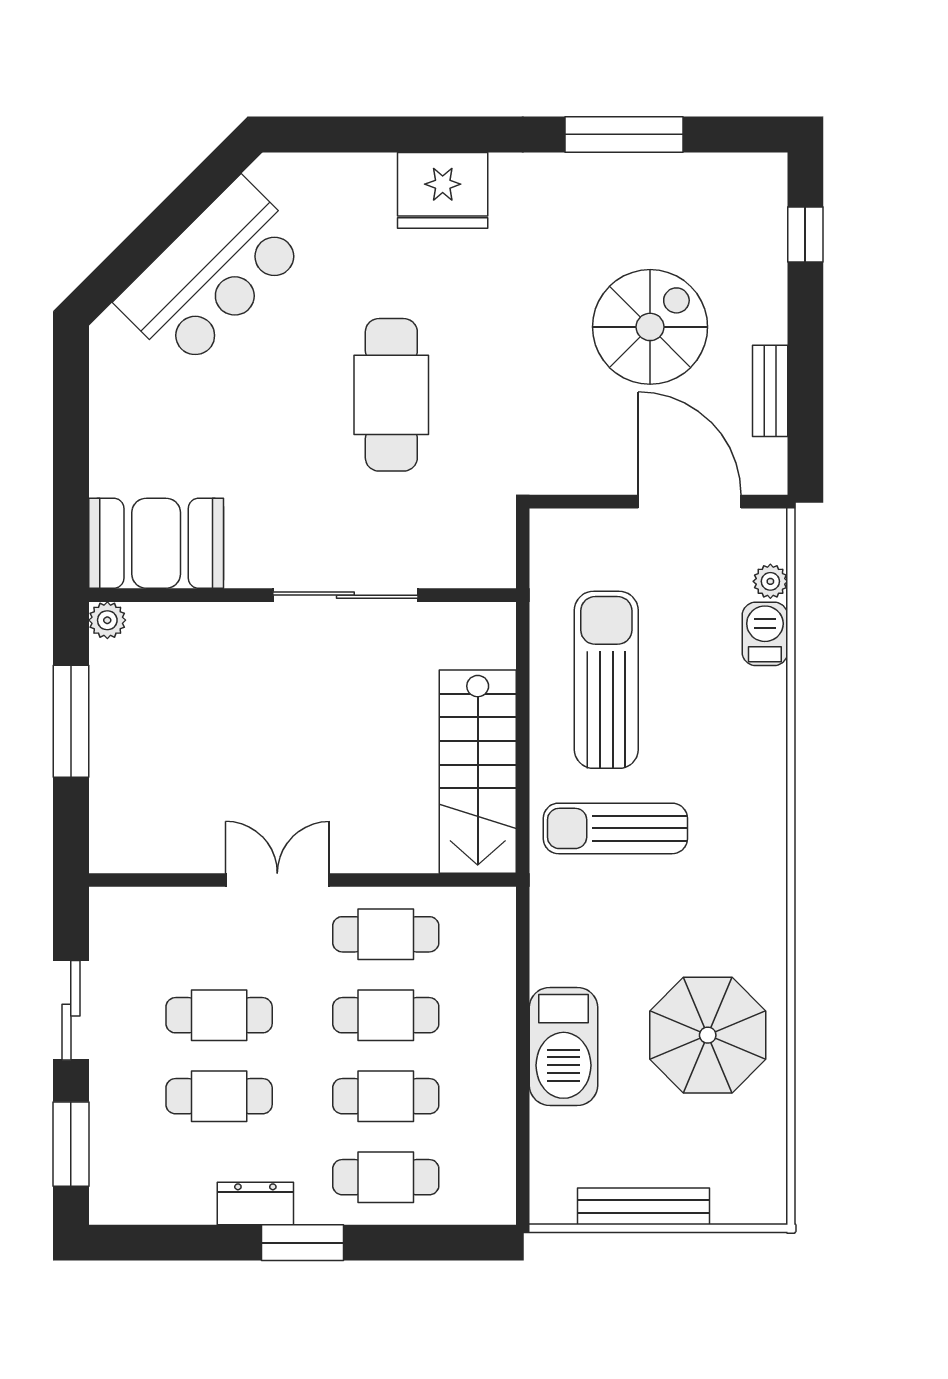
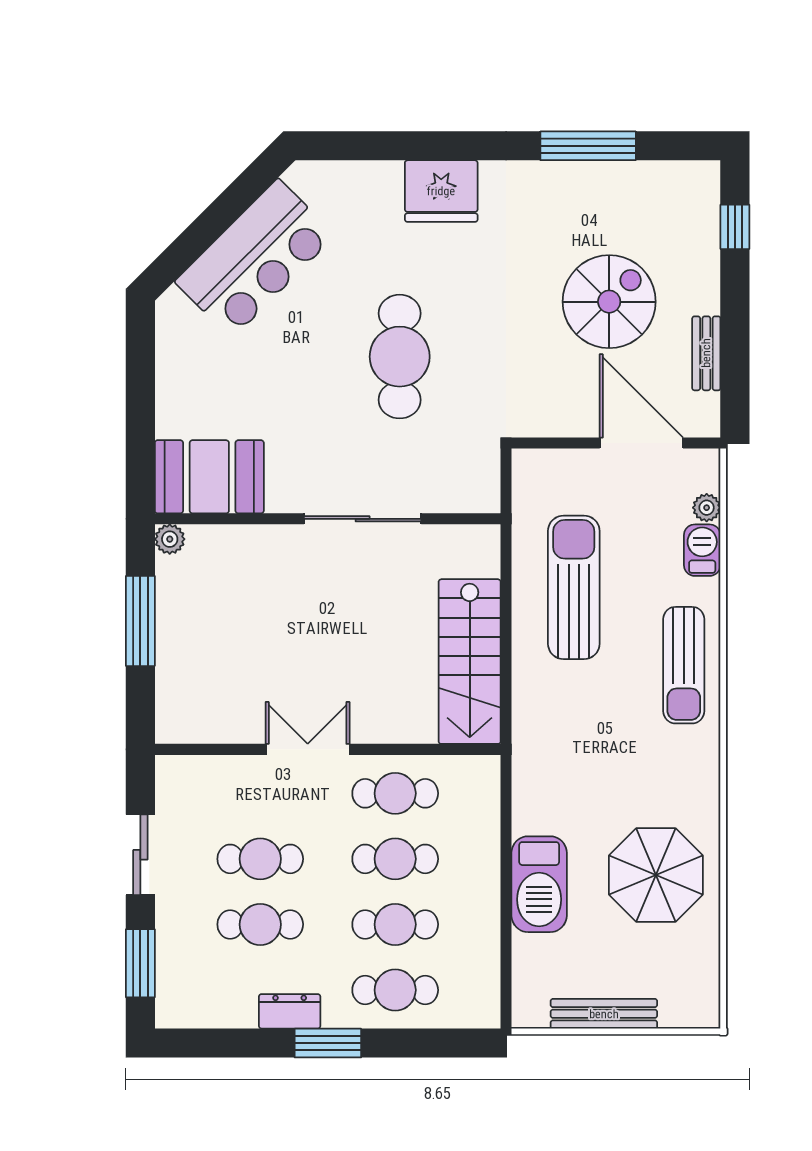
sun lounger: (615, 828) -> (684, 665), moved, turned -90

